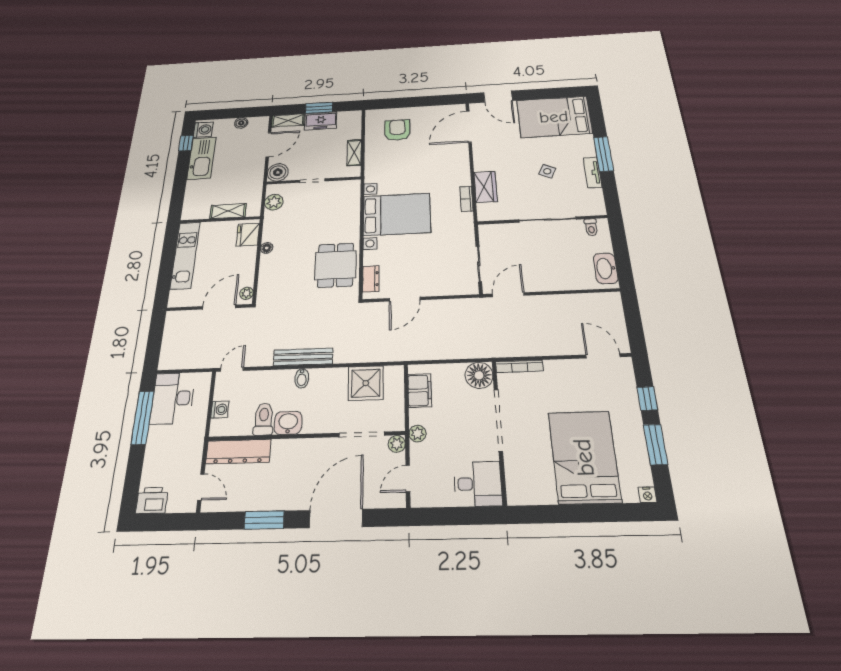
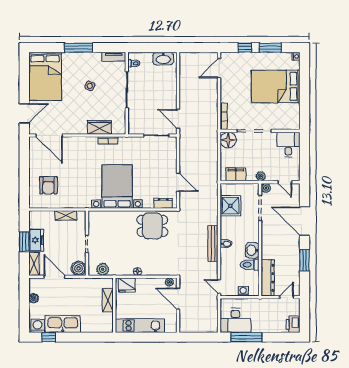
armchair: (397, 130) -> (48, 185), turned -90
tv unit: (592, 172) -> (114, 57), moved

